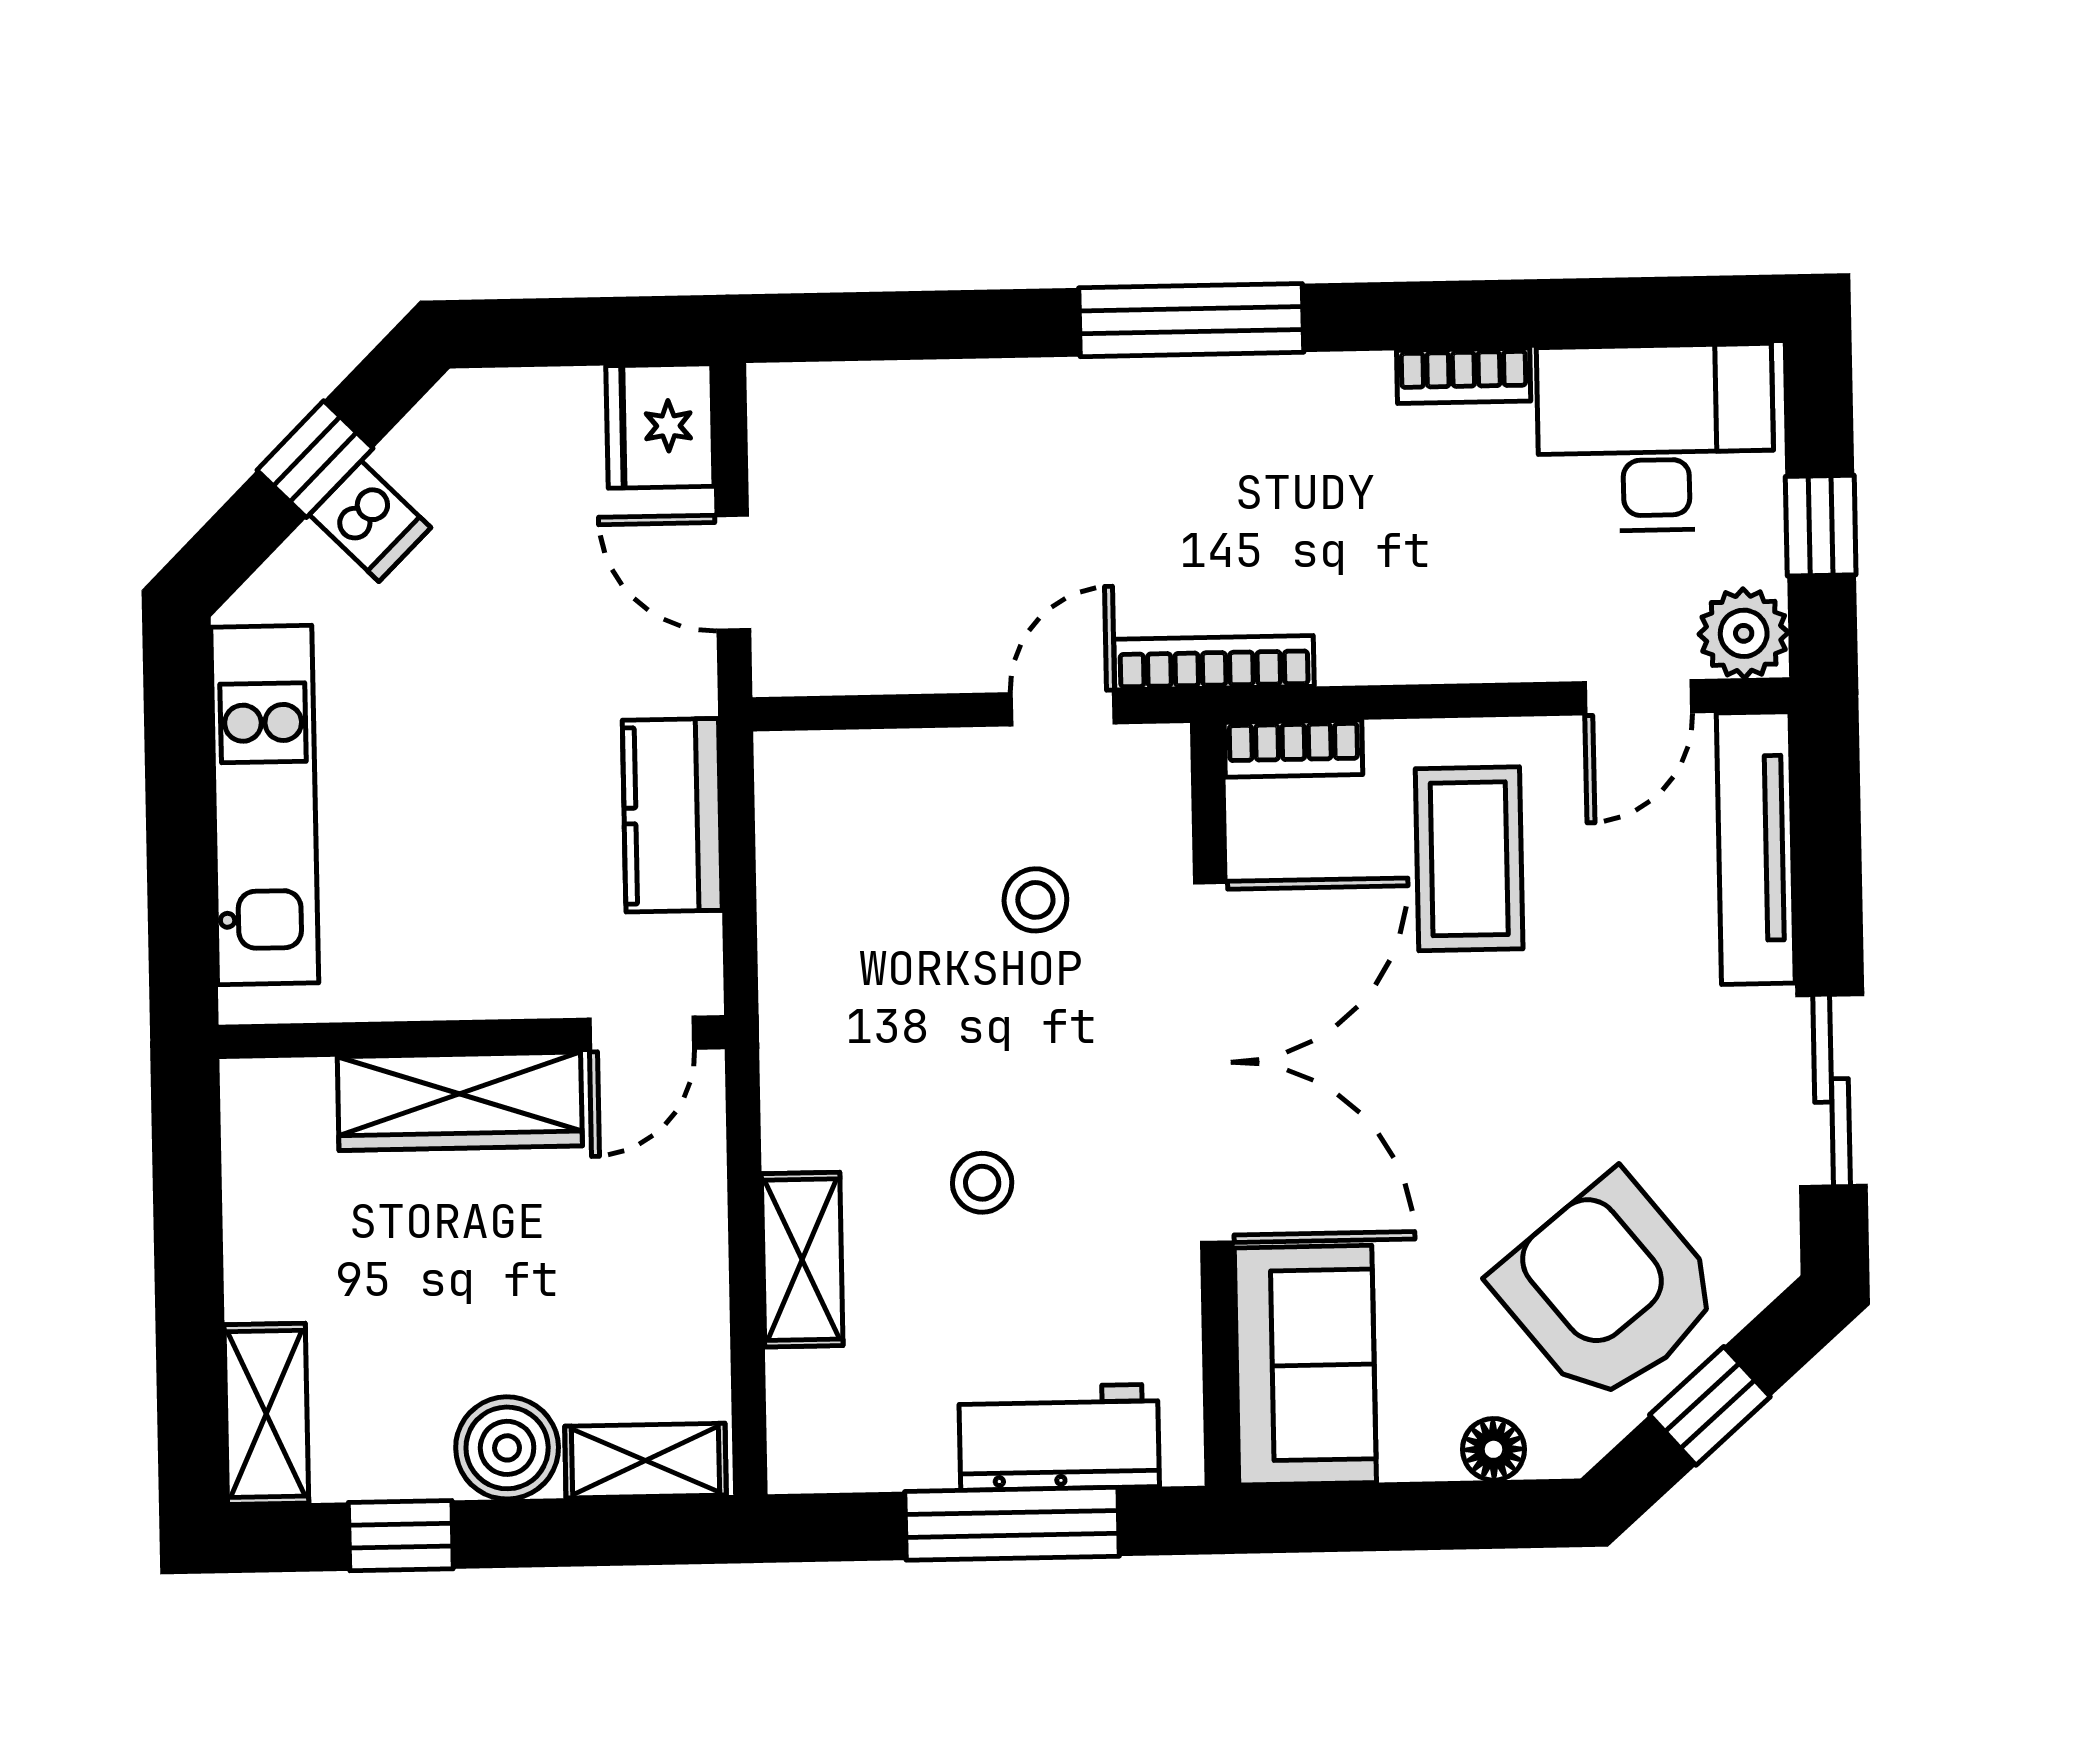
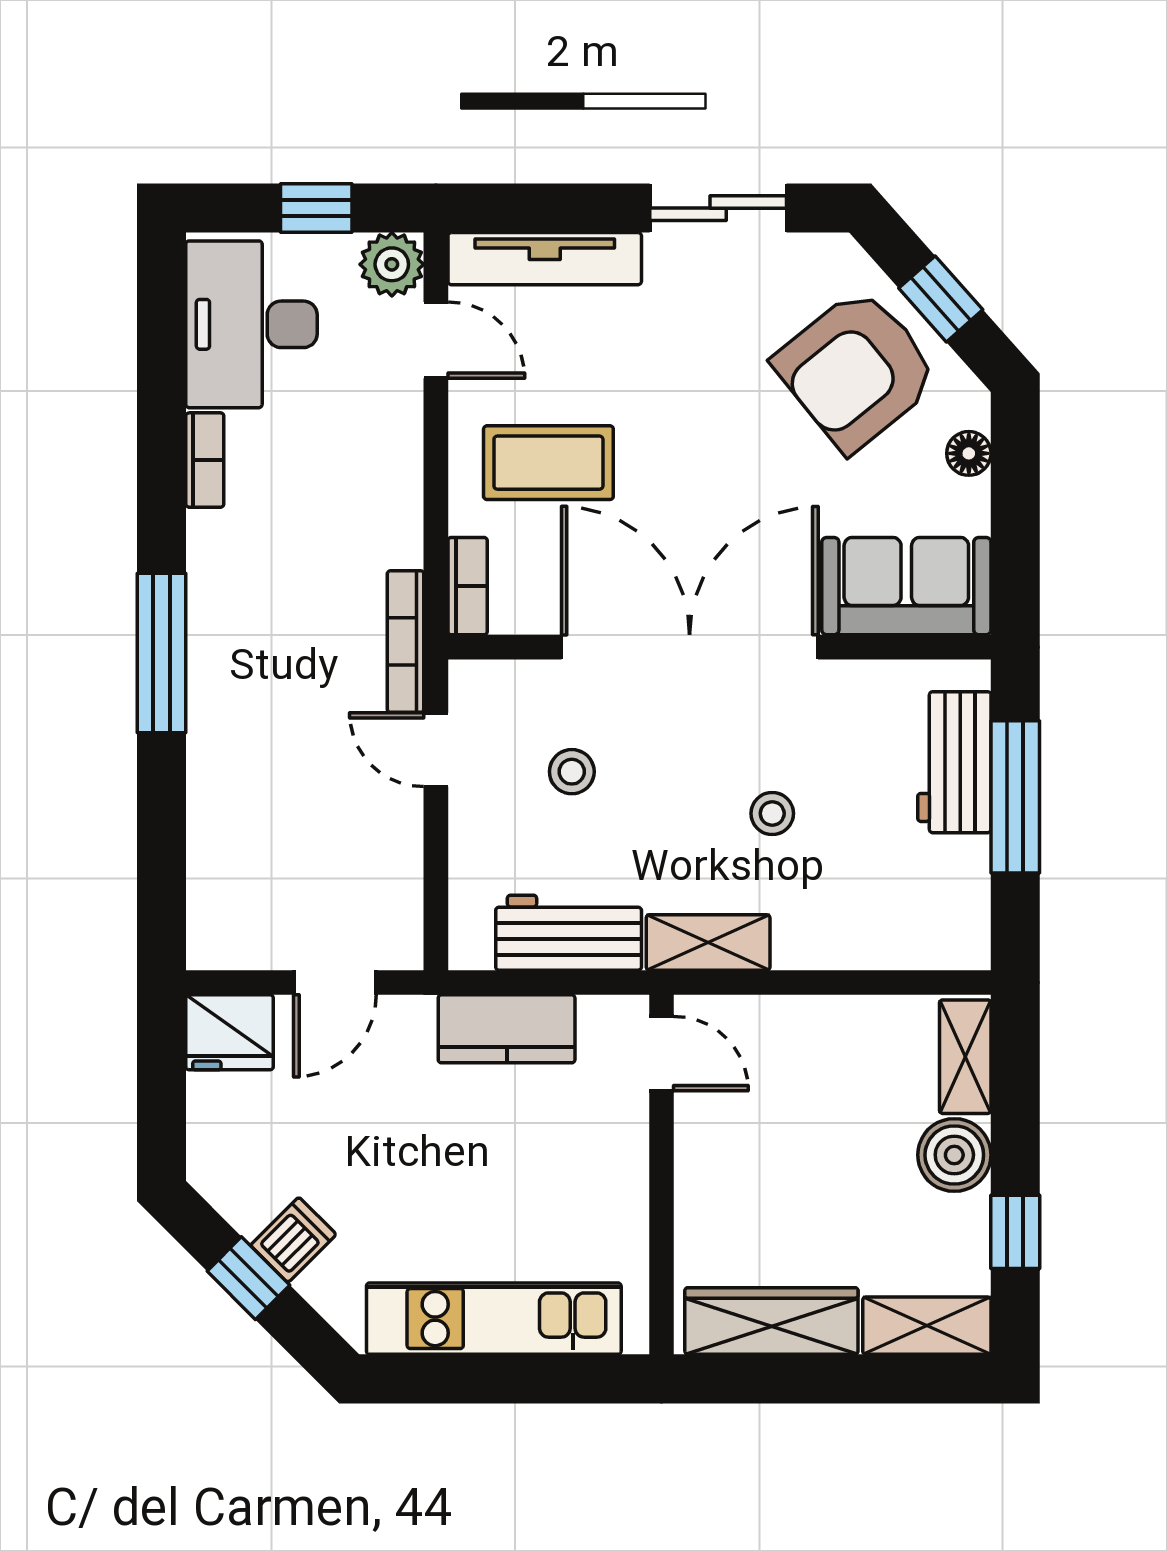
workbench: (809, 900) -> (569, 933), added
wardrobe: (460, 1101) -> (771, 1321), moved, turned -90
shelving: (802, 1260) -> (708, 943), moved

